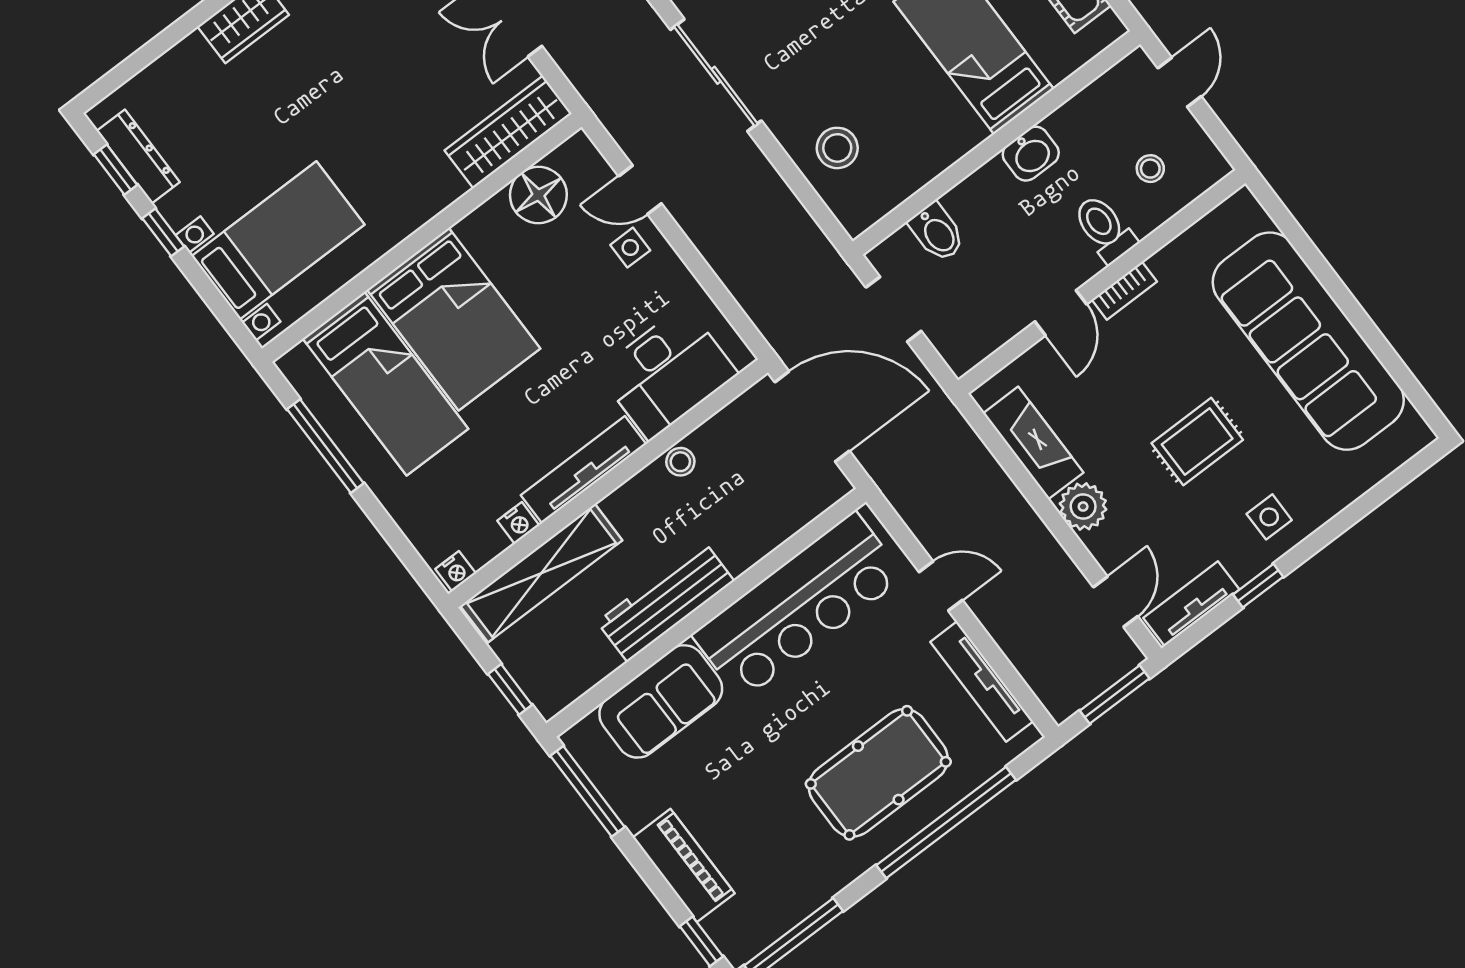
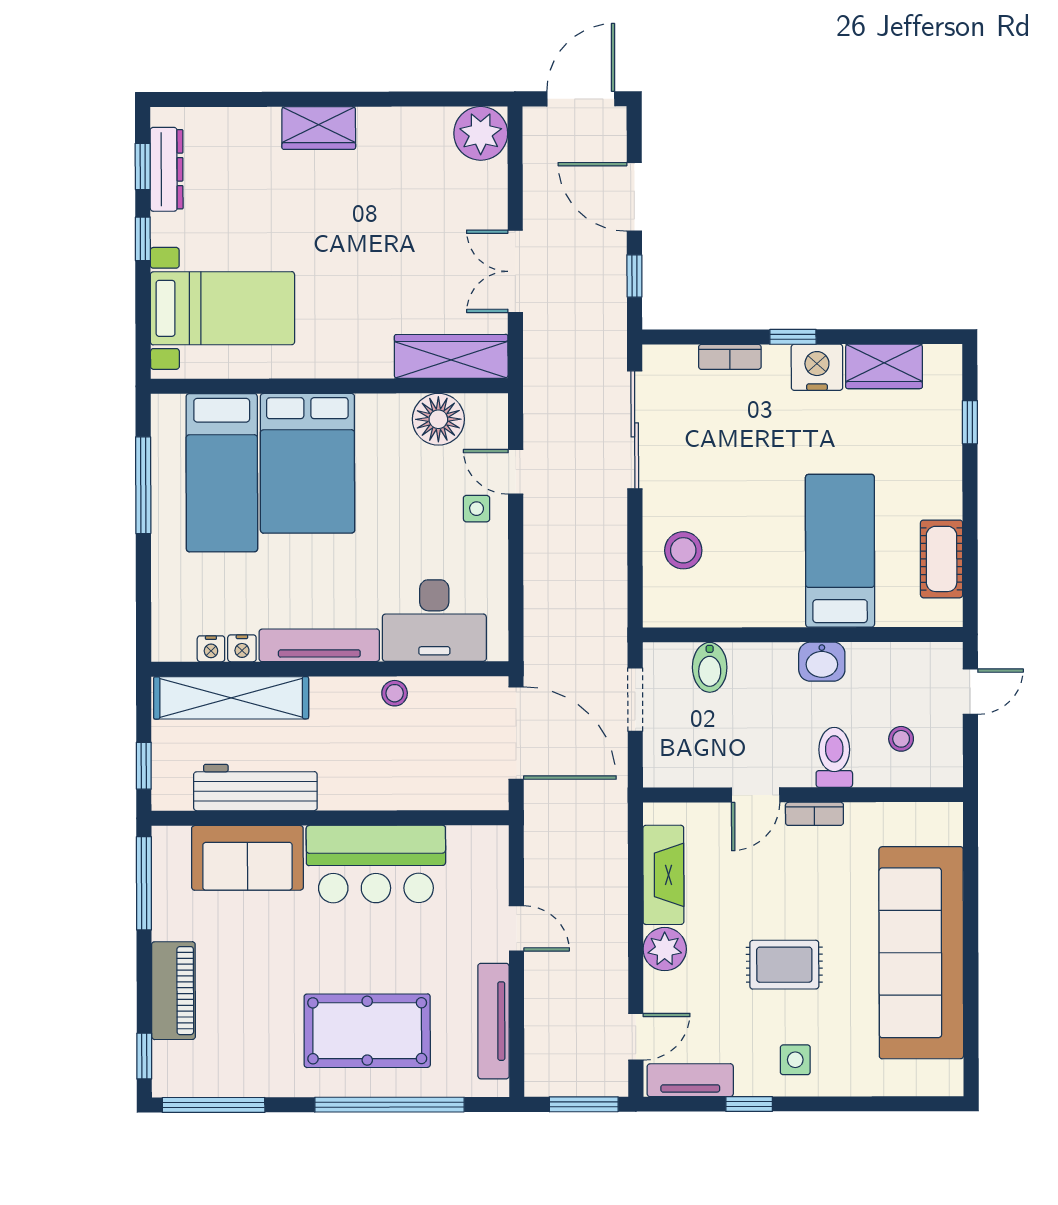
nightstand: (456, 571) -> (211, 649), moved
workbench: (666, 601) -> (255, 787), moved
bar counter: (798, 606) -> (376, 864), width x0.73

